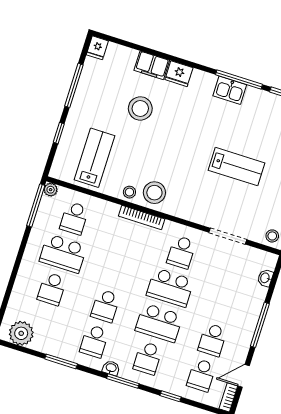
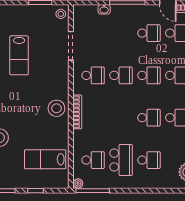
lab bench: (237, 167) -> (19, 55), turned 180
stool: (129, 192) -> (62, 126), removed
washbasin: (265, 278) -> (104, 9), moved
school desk: (170, 288) -> (121, 75), width x0.54
school desk: (159, 323) -> (149, 75), width x0.54

